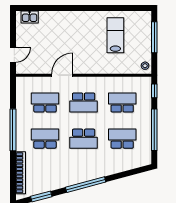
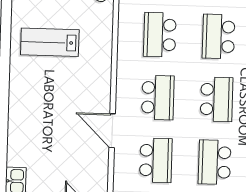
school desk: (45, 103) -> (156, 160), turned 180

